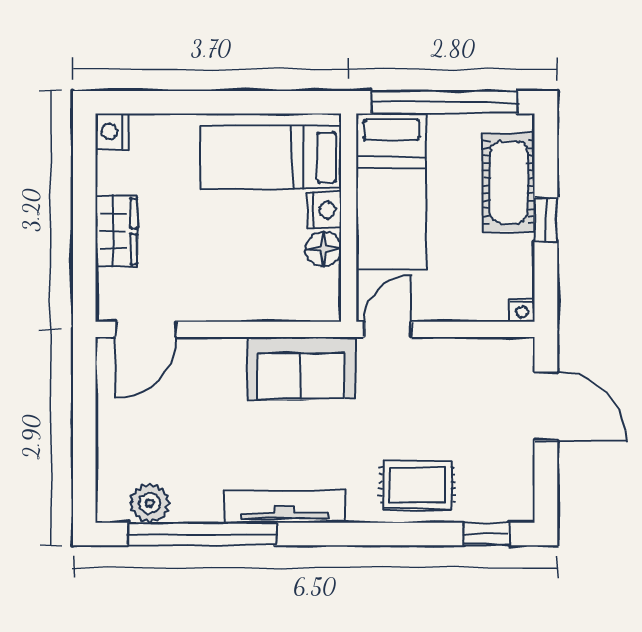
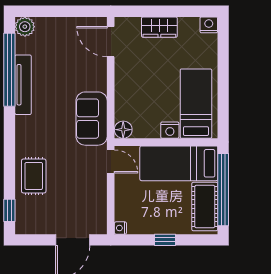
cot: (509, 182) -> (205, 207), moved, turned 90
floor lamp: (323, 249) -> (123, 130), moved
plant: (149, 503) -> (25, 27), moved
tv unit: (284, 507) -> (23, 85), moved

